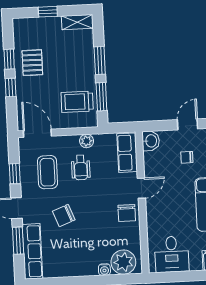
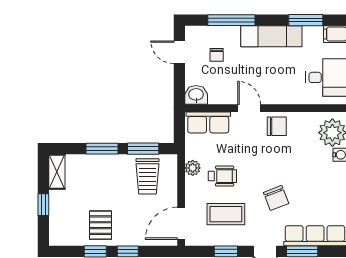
pallet: (32, 63) -> (101, 225), turned 90

